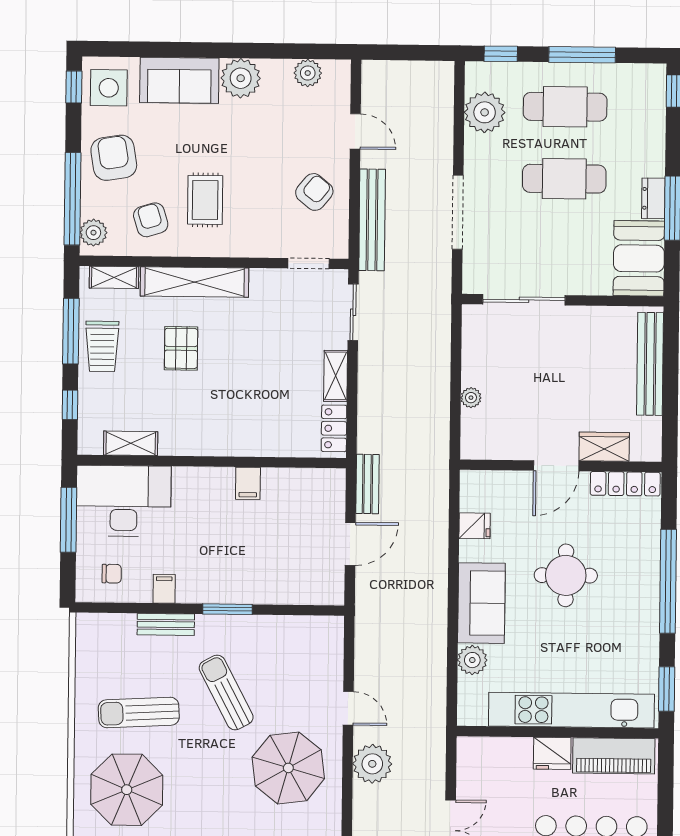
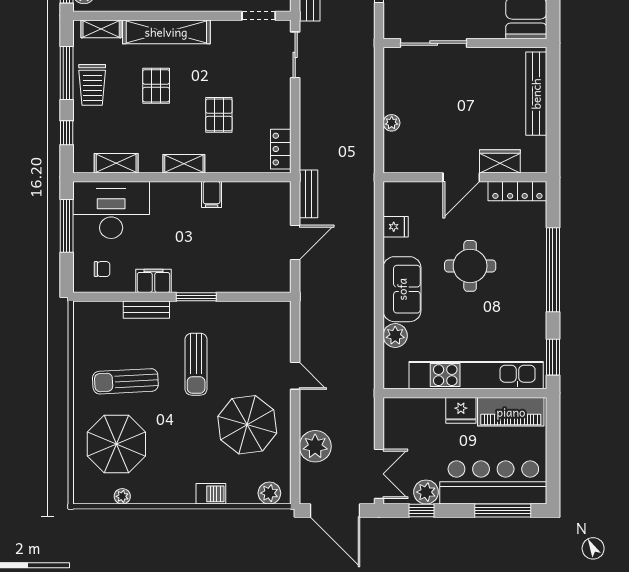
shelving: (336, 376) -> (184, 164), moved, turned 90
pallet: (258, 385) -> (219, 115), added
filing cabinet: (164, 589) -> (154, 281), width x2.00
sun lounger: (226, 692) -> (196, 364), turned -152
plant: (372, 764) -> (315, 446), moved

